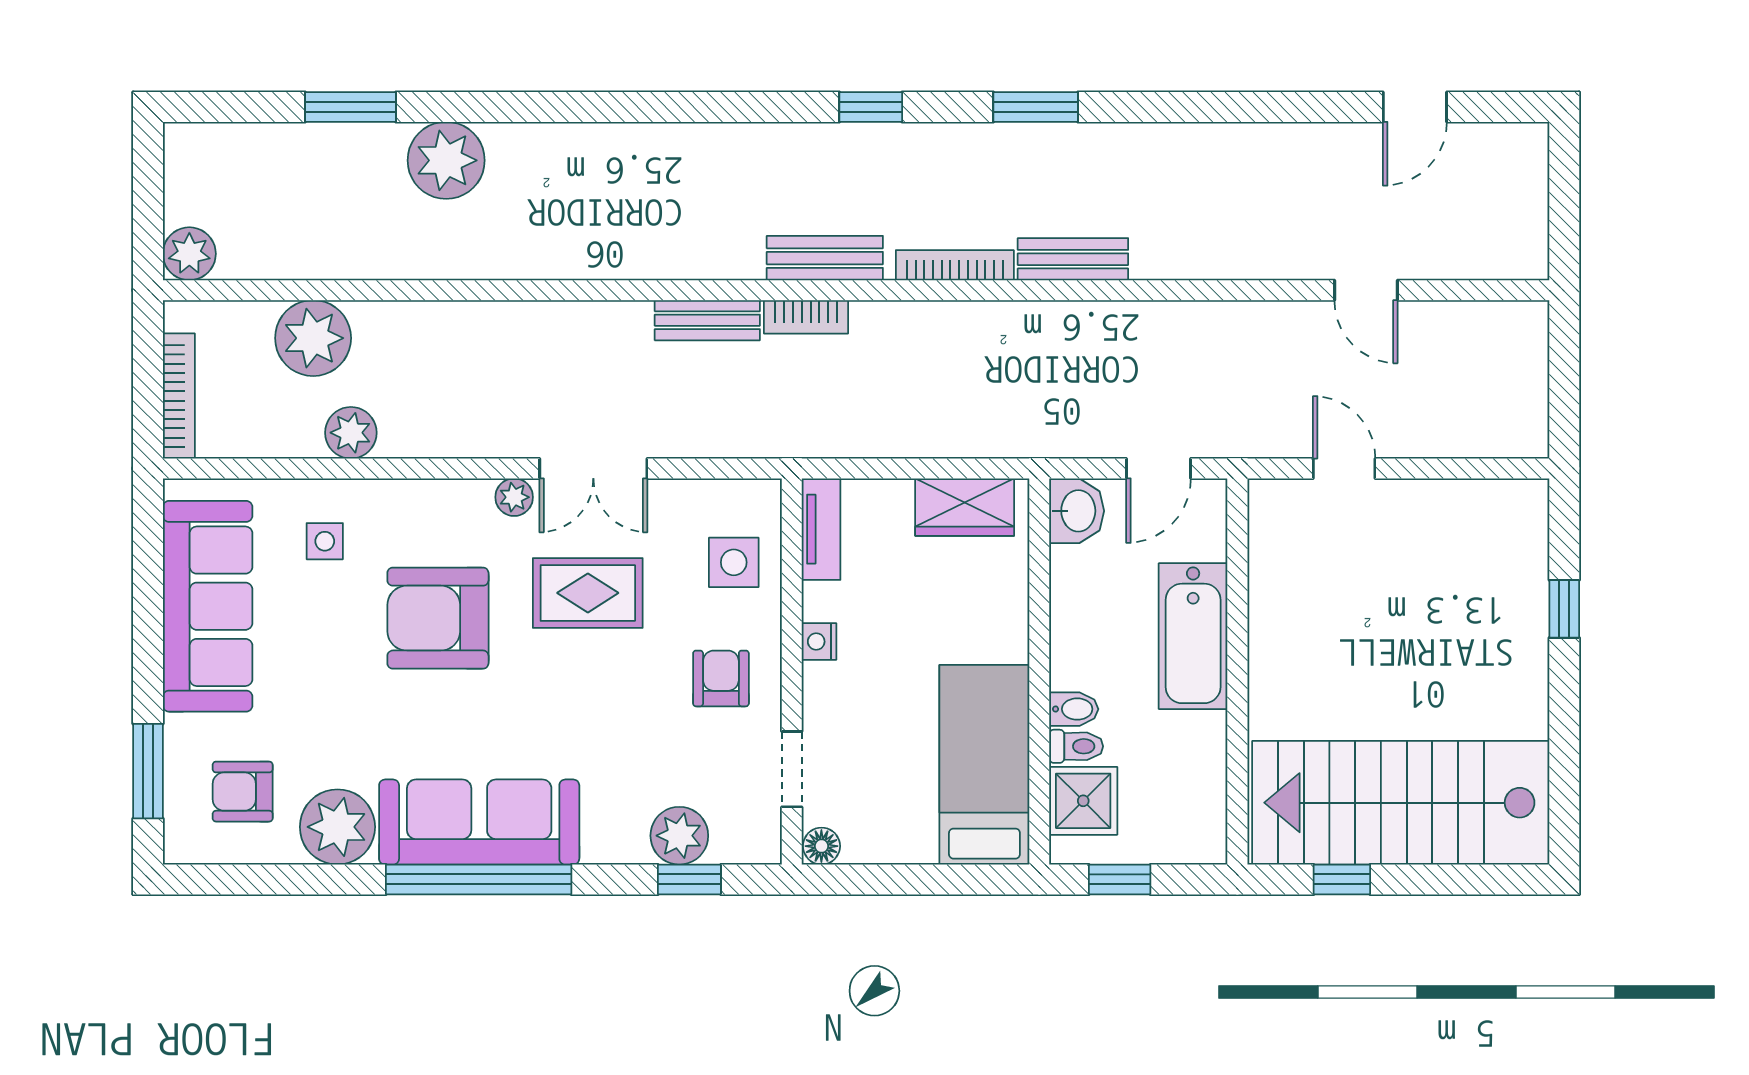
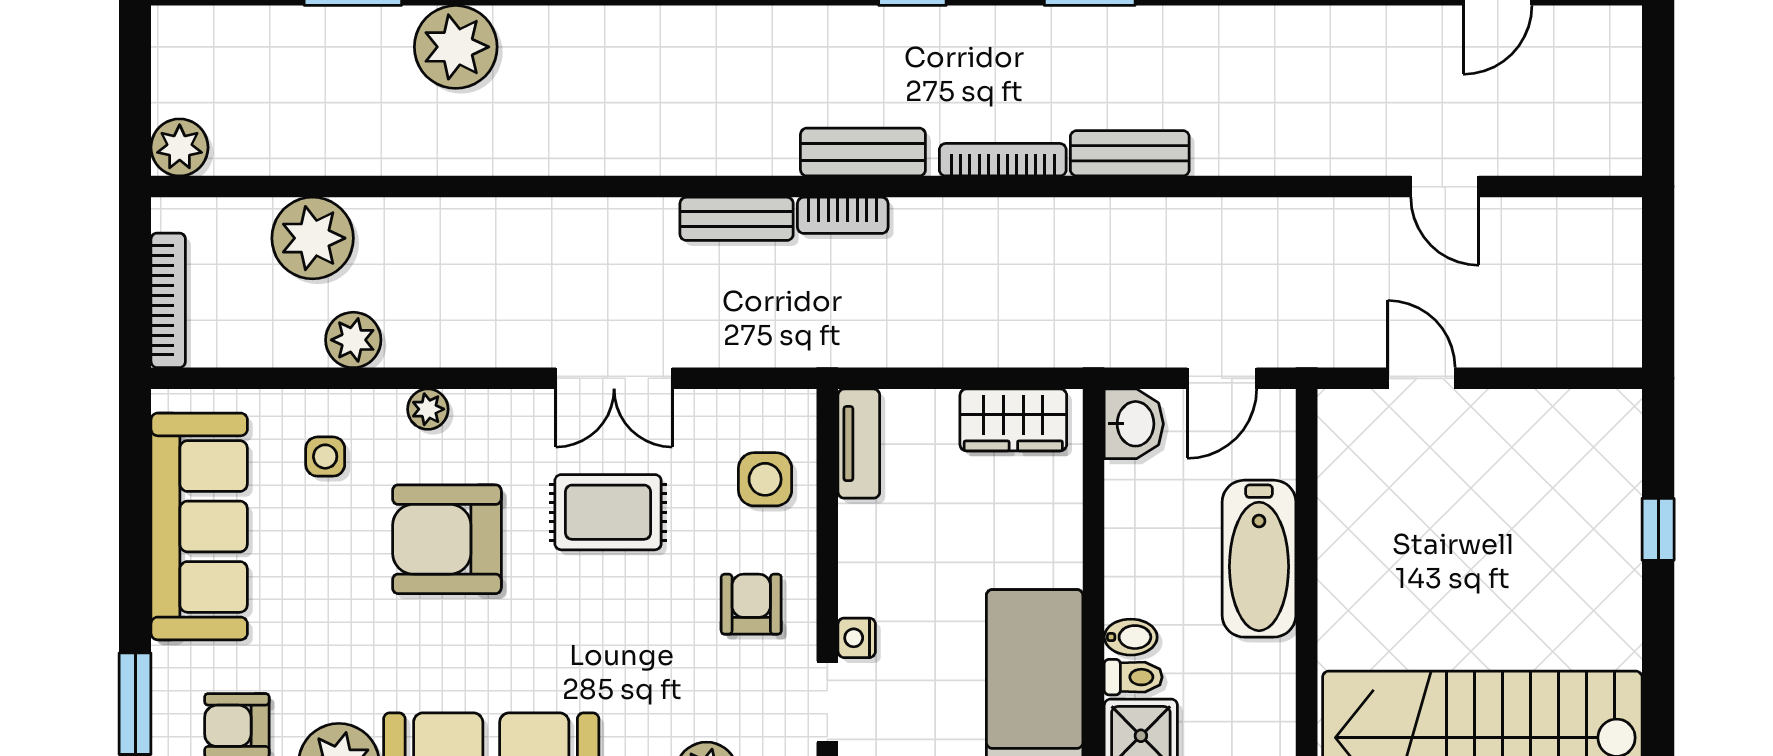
plant: (514, 497) -> (428, 409), moved
nightstand: (819, 642) -> (857, 638), moved

